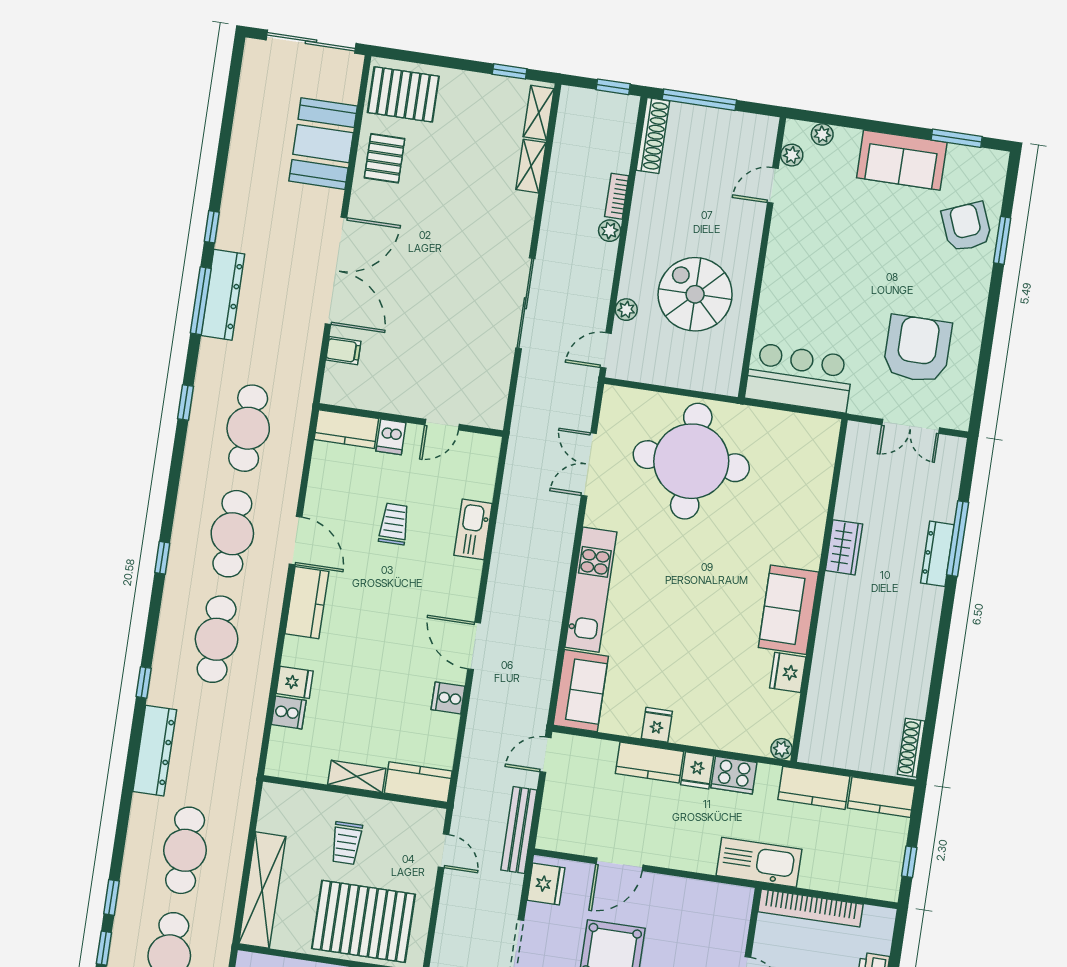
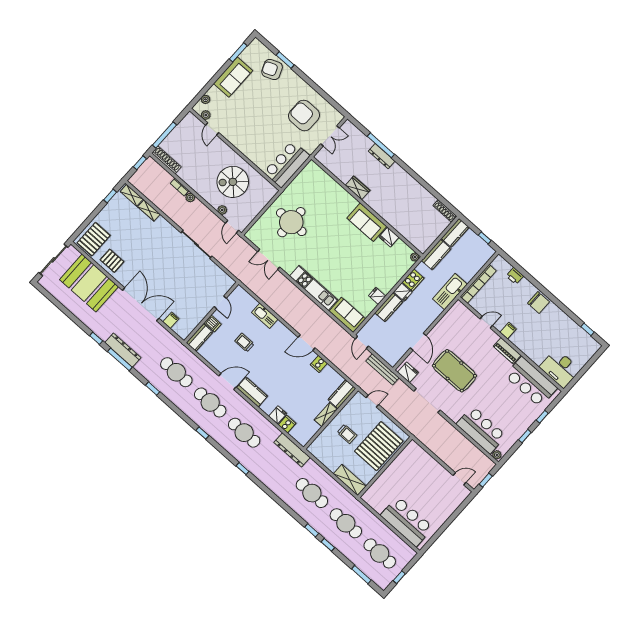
booth: (323, 144) -> (89, 283), width x1.36, depth x1.42
round table: (691, 461) -> (291, 222), width x0.73, depth x0.73
dresser: (155, 751) -> (292, 450), moved, turned 180
shelving: (262, 890) -> (350, 480), width x0.68

